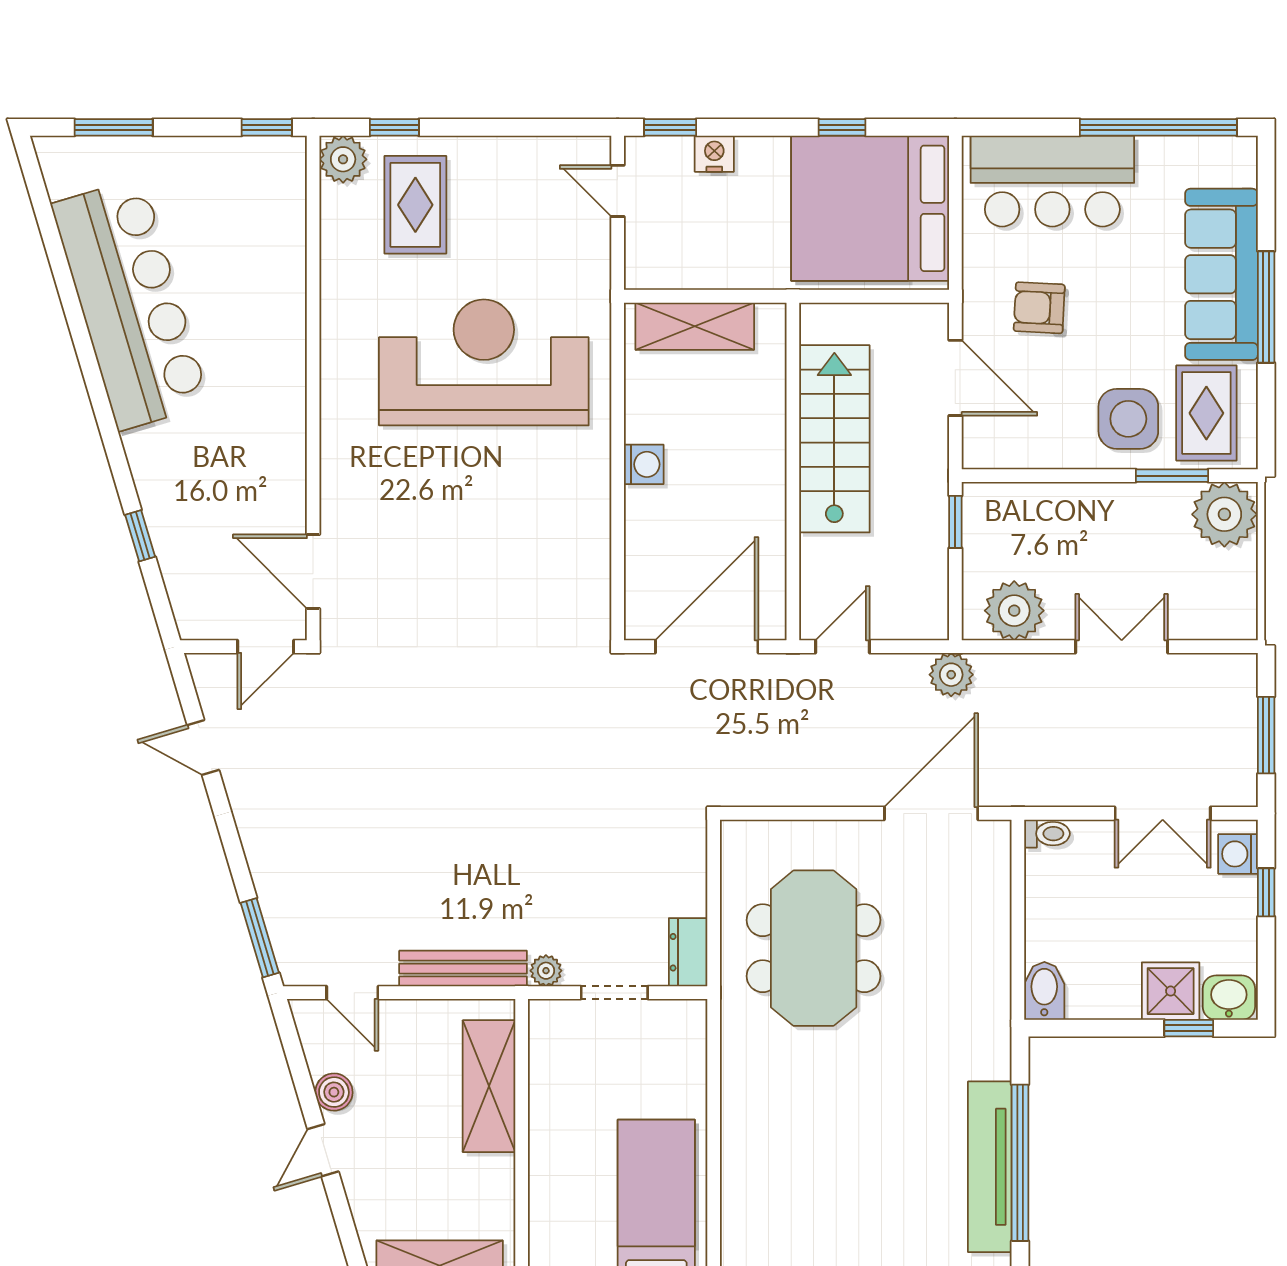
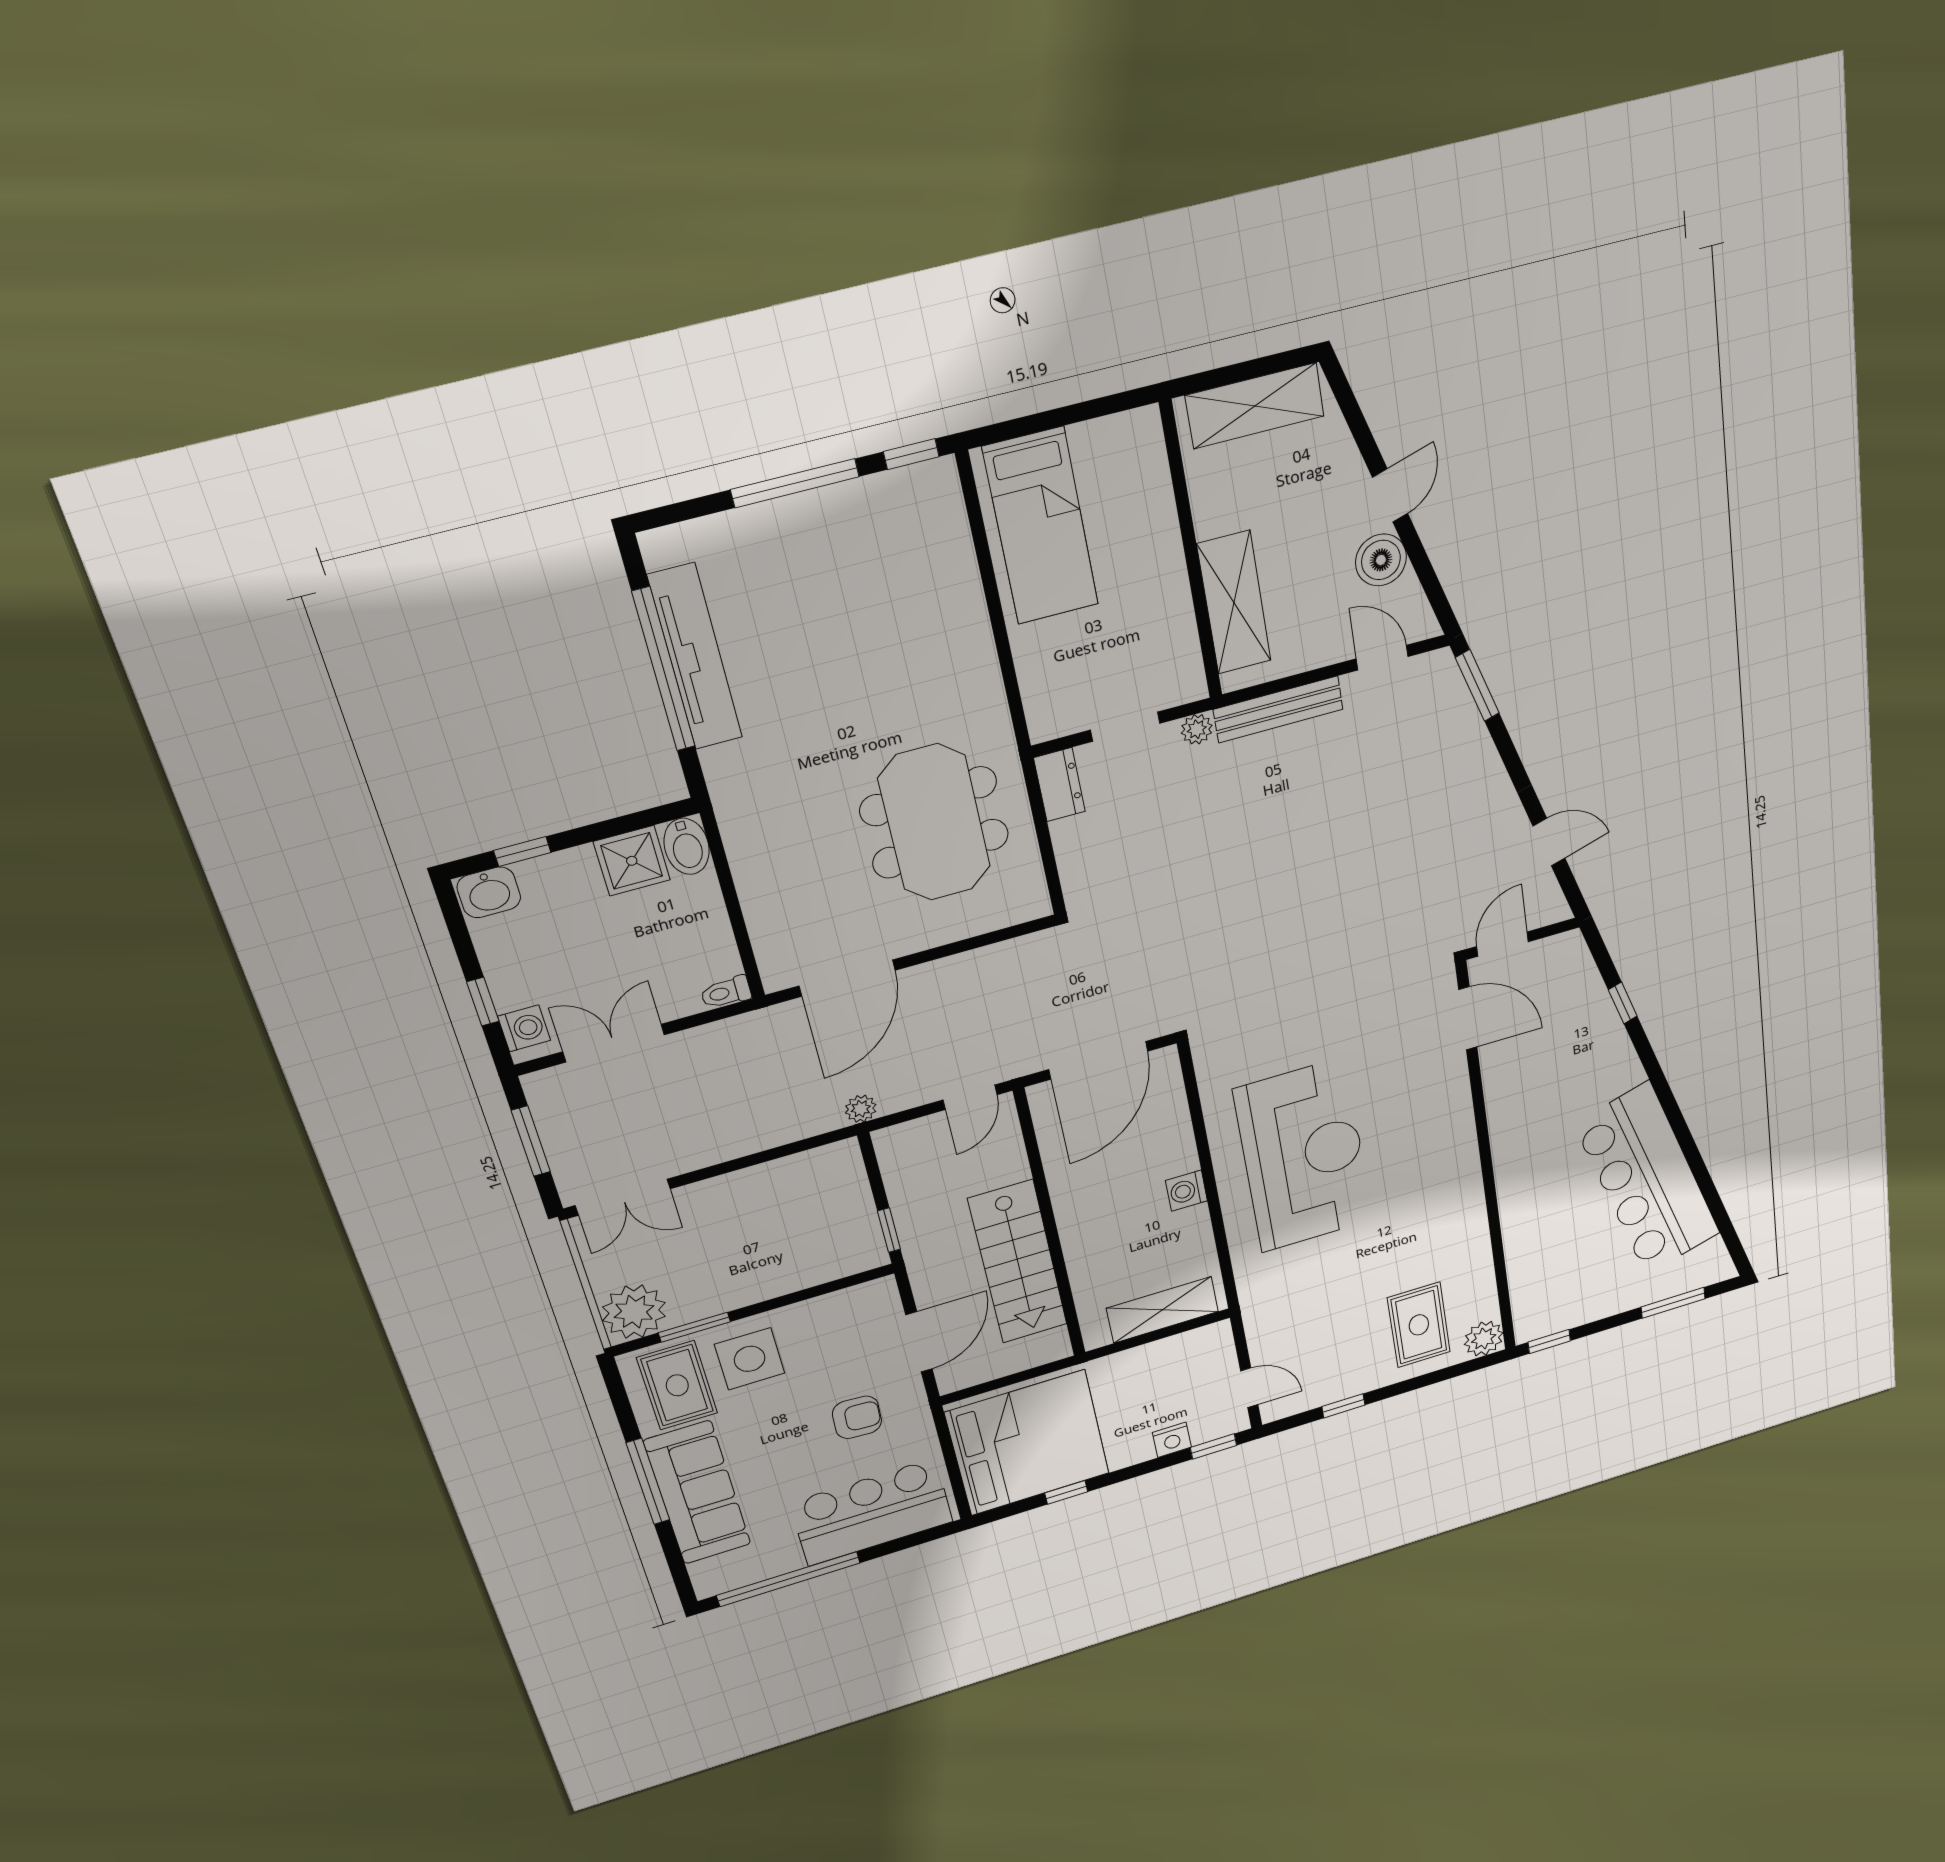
window: (394, 127) -> (1343, 1406), moved
reception desk: (484, 362) -> (1303, 1156), moved, turned -90
door: (955, 378) -> (919, 1342), swing flipped
plant: (1014, 611) -> (813, 1175), removed
double door: (1122, 647) -> (623, 1197), moved
plant: (951, 675) -> (861, 1109), width x0.73, depth x0.73
shower: (1171, 991) -> (632, 861), moved
boiler: (334, 1092) -> (1381, 560), width x1.36, depth x1.36

